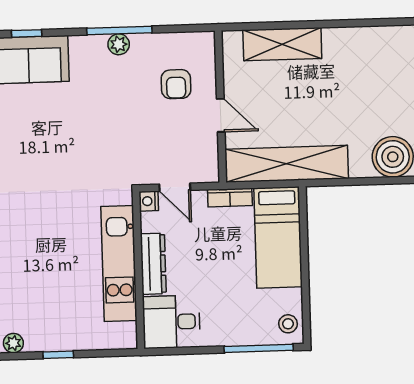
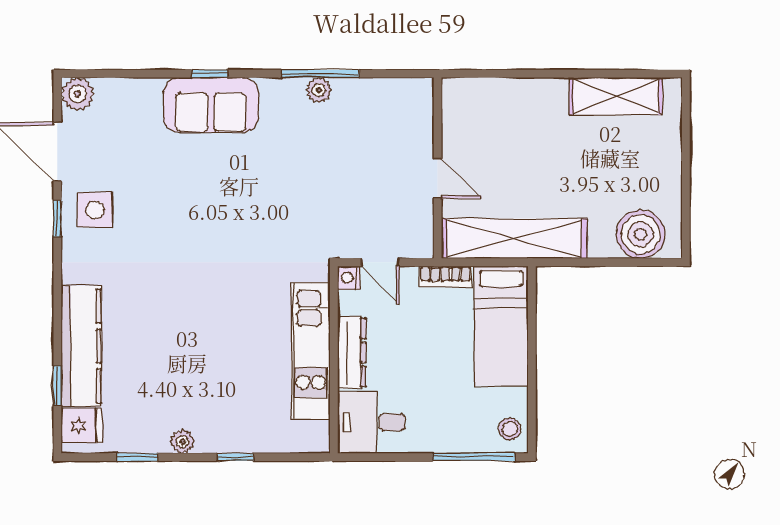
shelving: (282, 44) -> (616, 96), moved
armchair: (176, 84) -> (386, 140), removed

